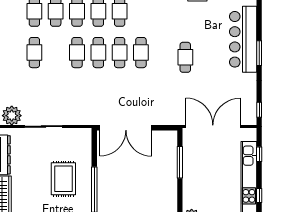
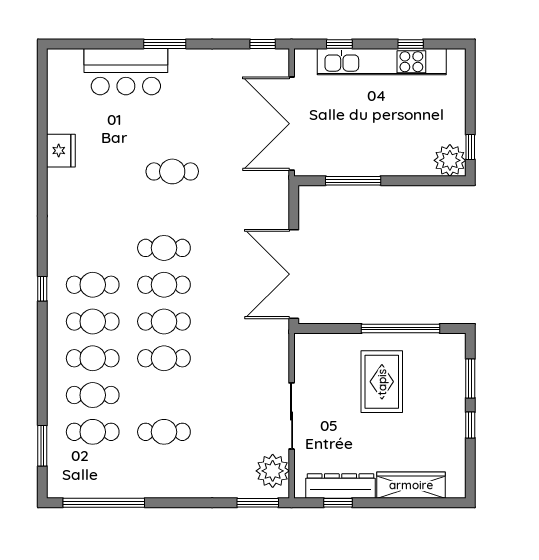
bar counter: (243, 39) -> (126, 72), width x0.73
double door: (126, 128) -> (294, 274), swing flipped
rug: (63, 179) -> (382, 382), turned 90

